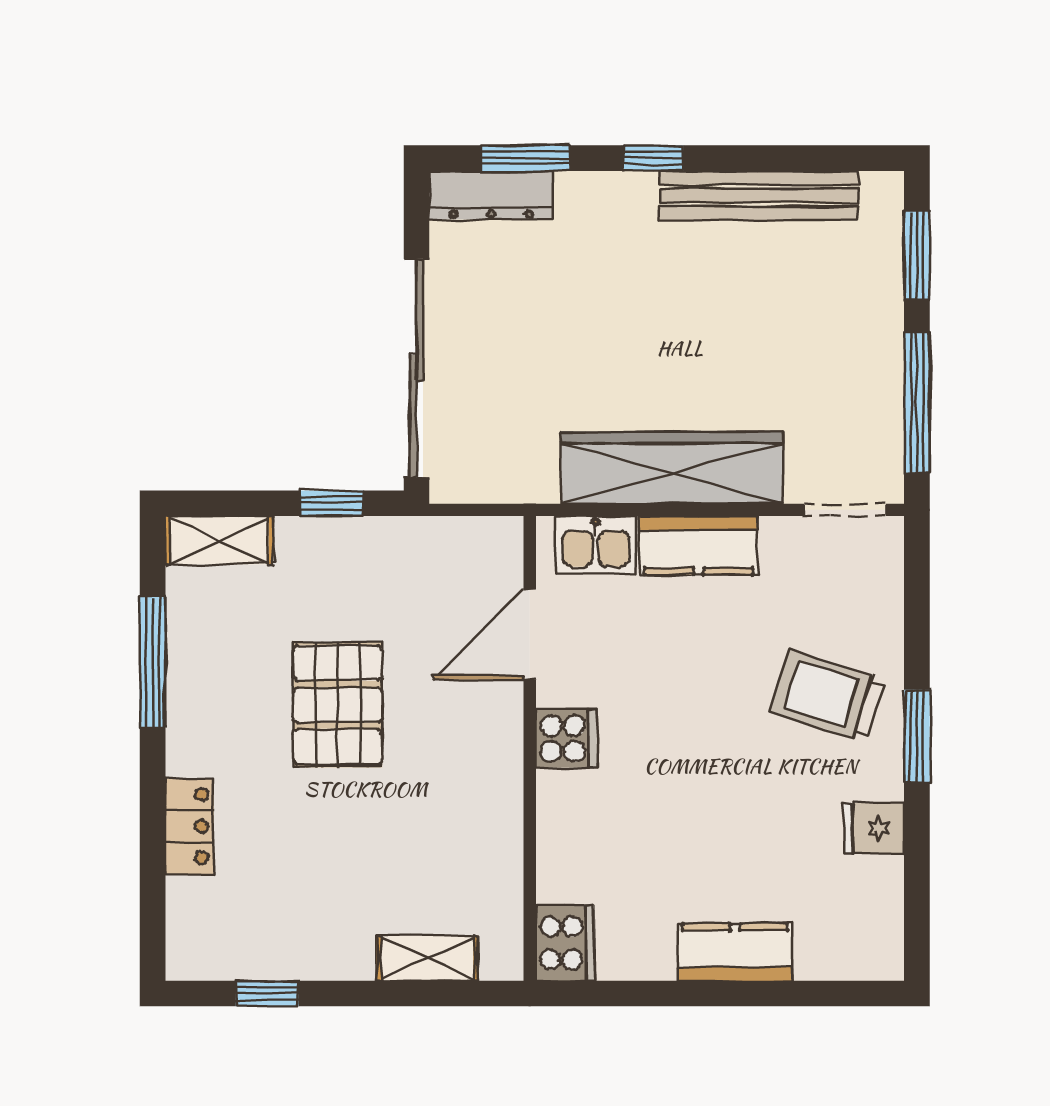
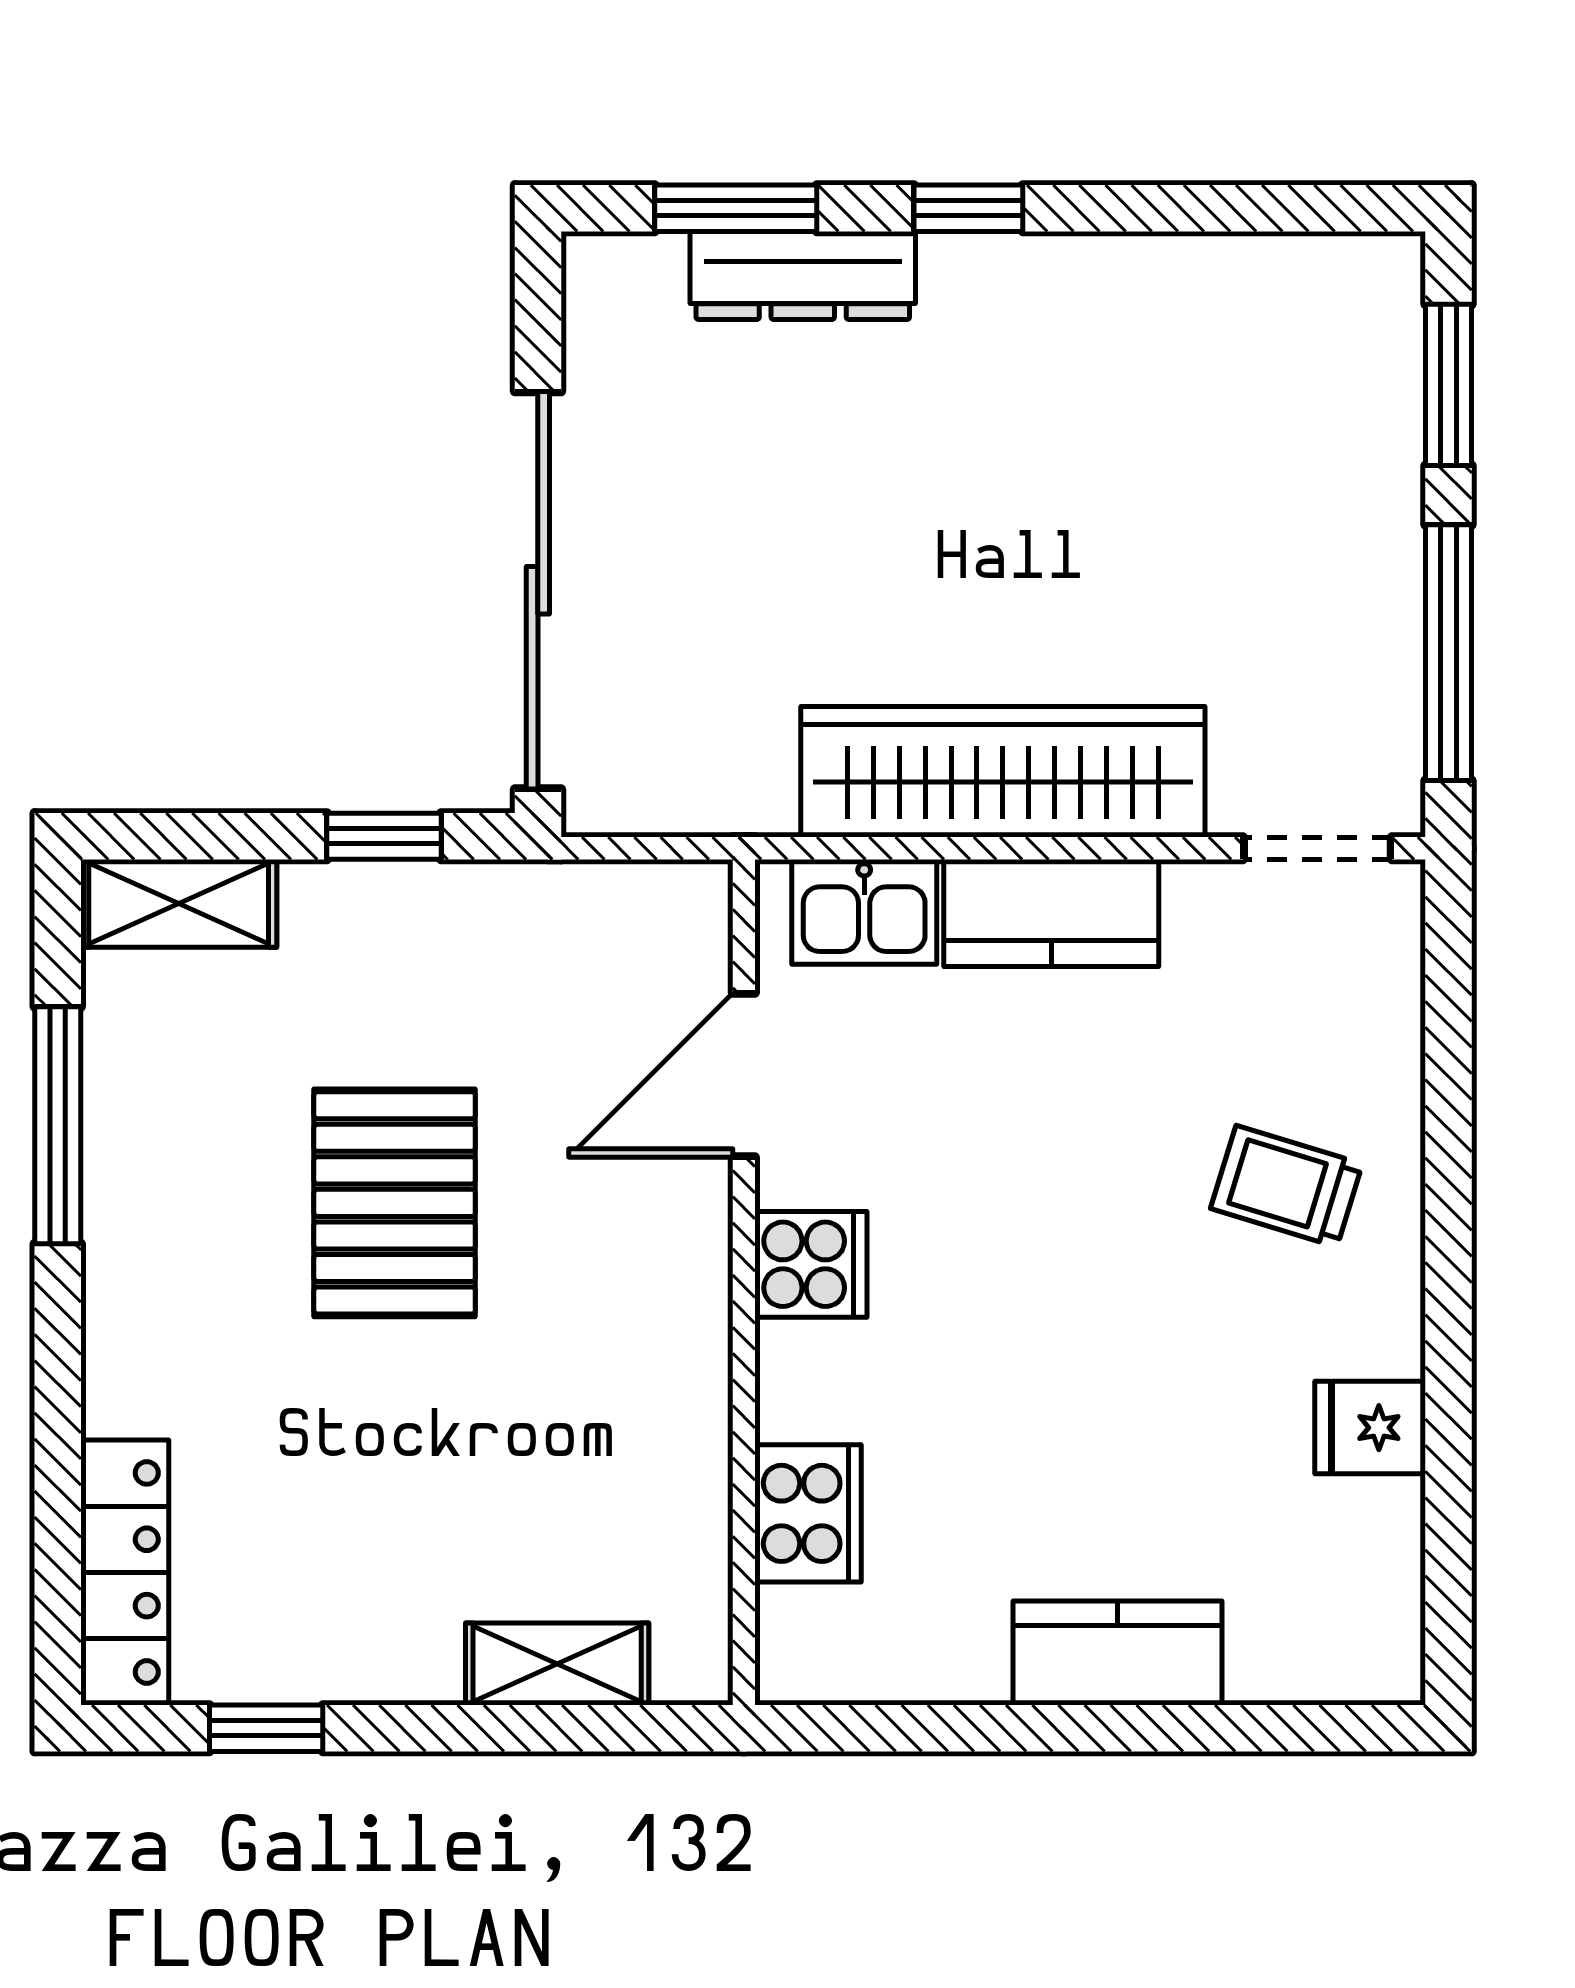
dresser: (491, 195) -> (803, 275), moved
bench: (759, 195) -> (1161, 276), removed
trolley: (828, 696) -> (1286, 1186), width x0.73, depth x0.72
window: (917, 736) -> (1448, 1260), removed
locker: (189, 826) -> (125, 1572), moved, width x1.53
cooker: (565, 943) -> (808, 1513), moved

